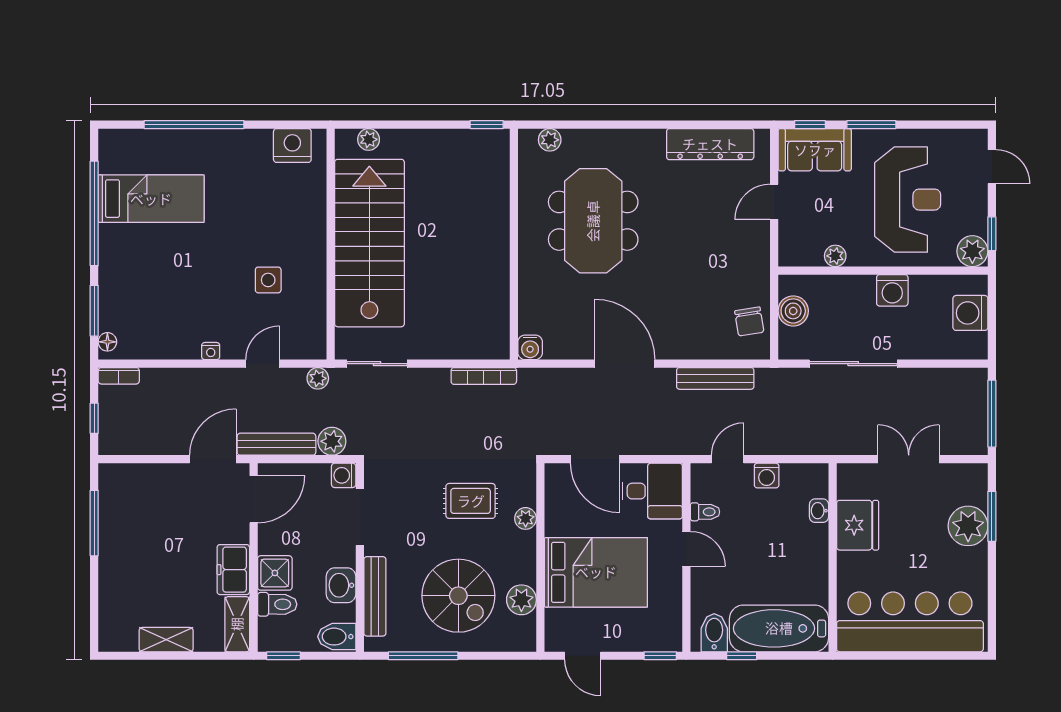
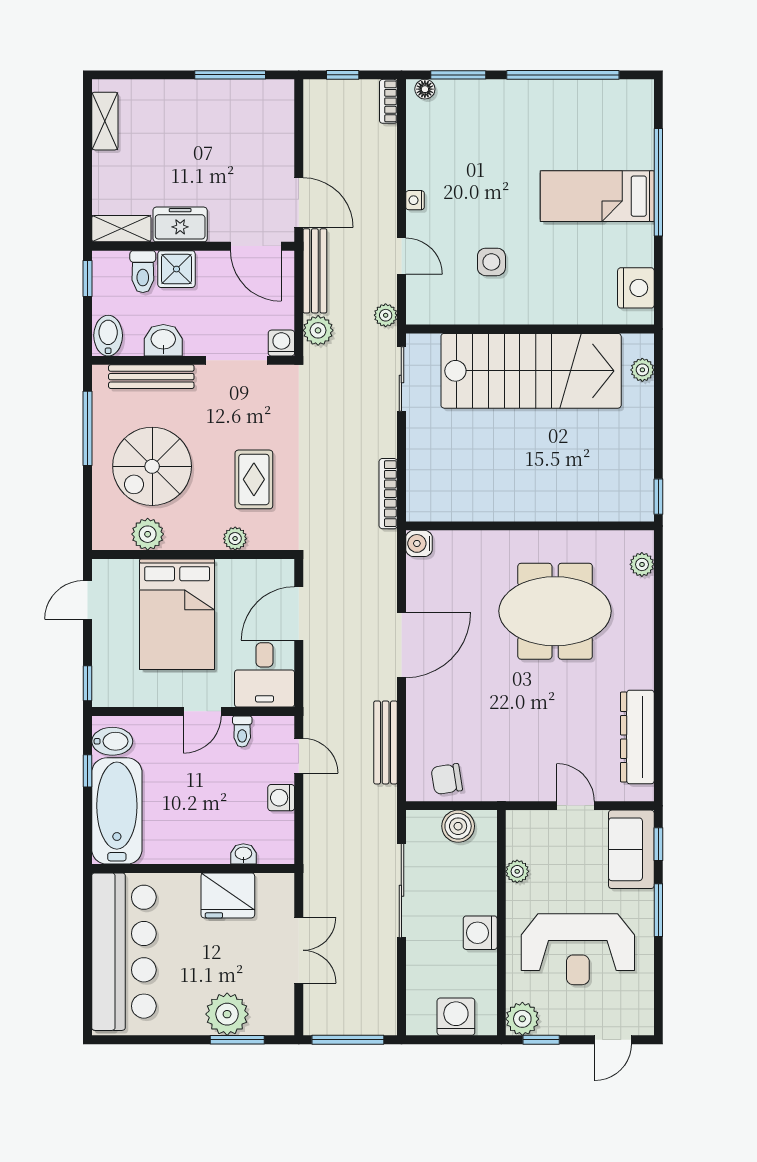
bed: (151, 199) -> (597, 196), moved, turned 90
shelving: (166, 640) -> (105, 121), moved

